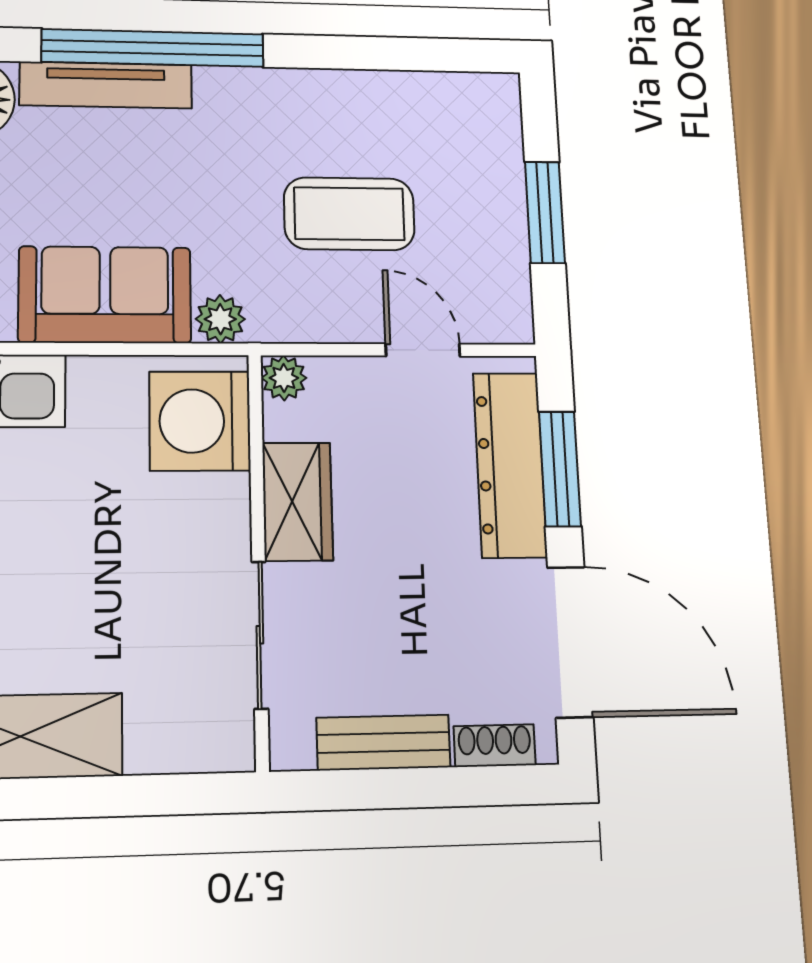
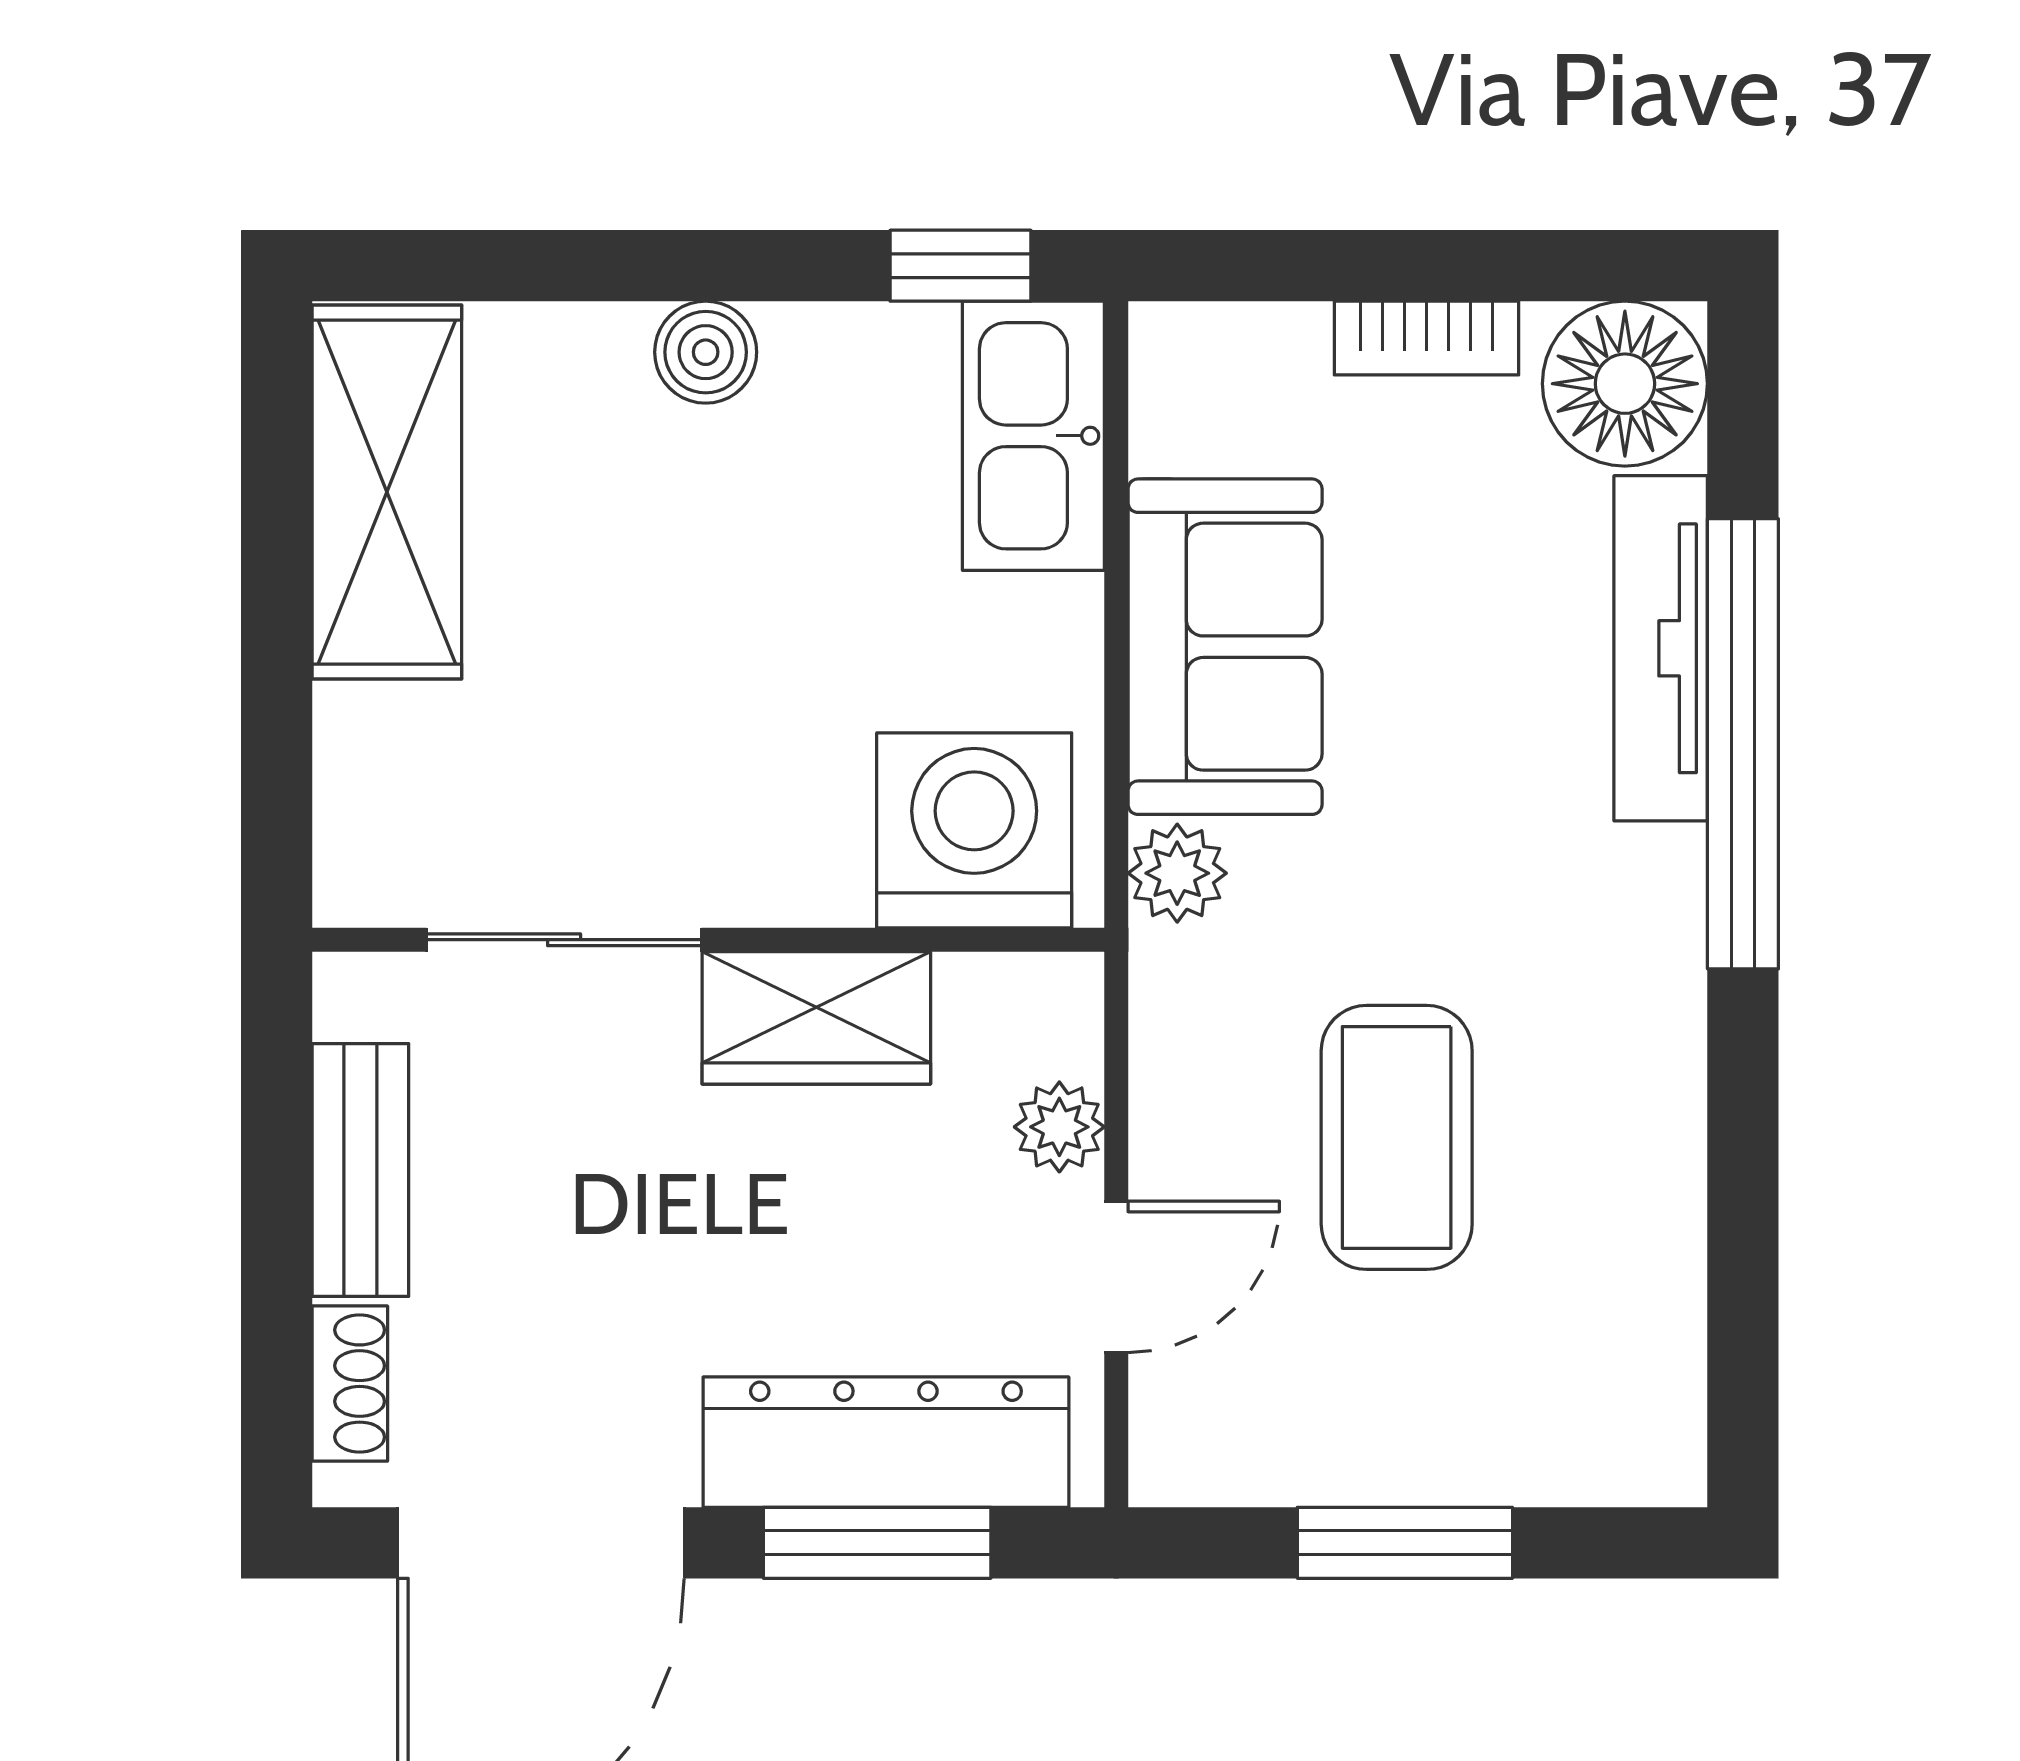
plant: (284, 378) -> (1059, 1127), moved

